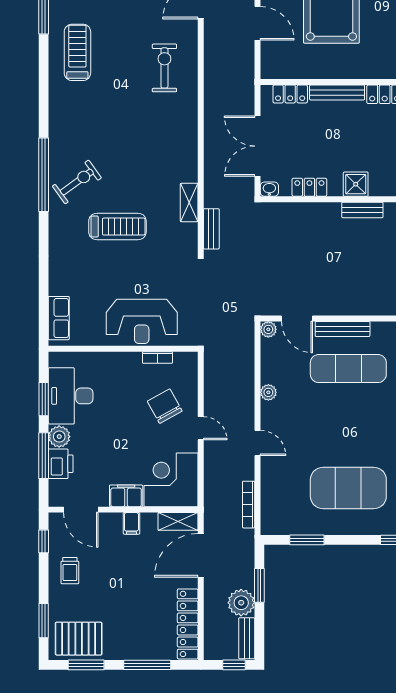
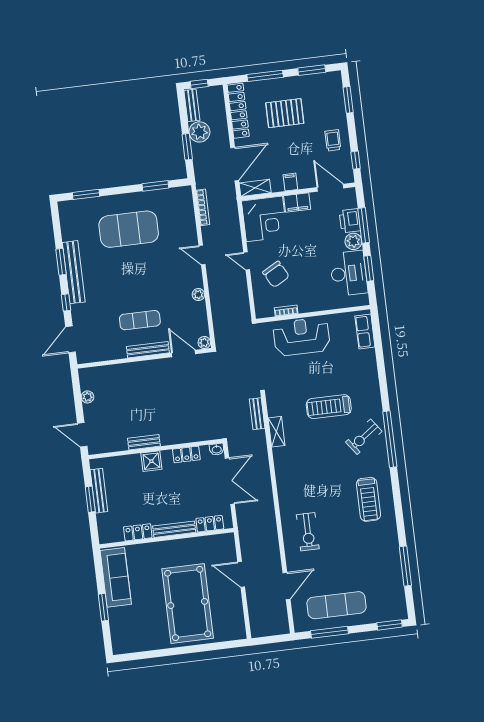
treadmill: (77, 52) -> (368, 499), moved
exercise mat: (348, 369) -> (140, 320), width x0.73, depth x0.69
pallet: (79, 639) -> (285, 113), moved

